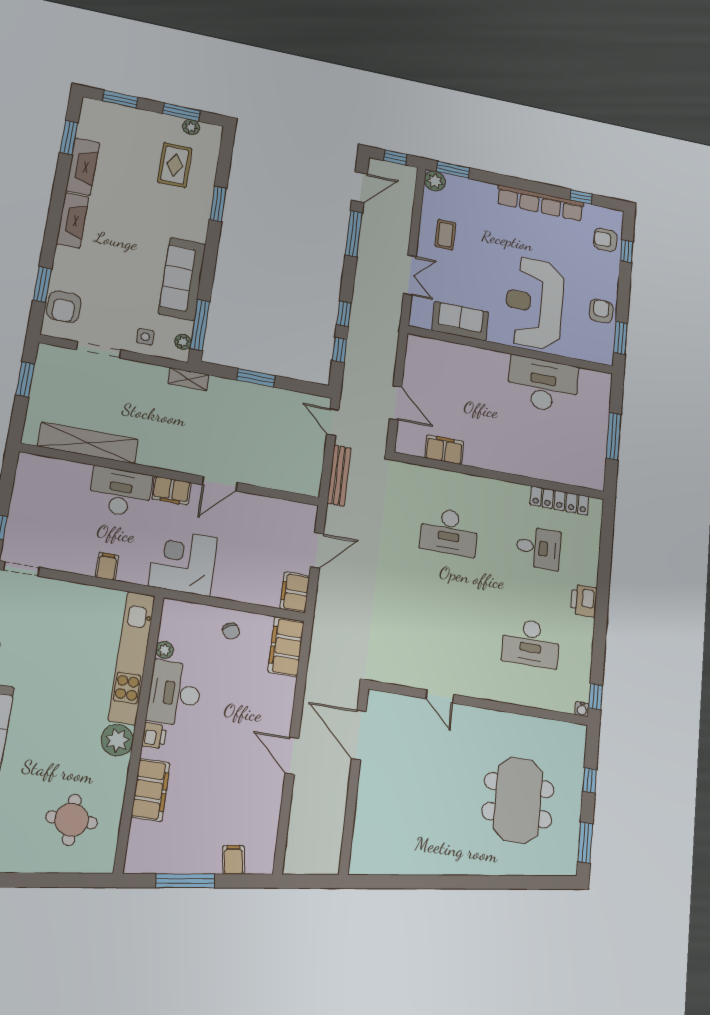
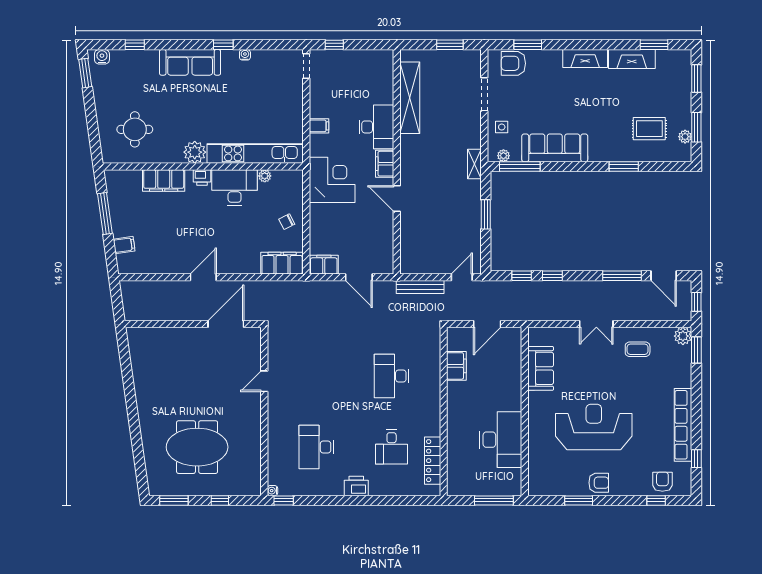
sofa: (460, 321) -> (541, 368), moved
wall: (511, 350) -> (525, 411), moved
desk: (543, 385) -> (501, 440), moved

